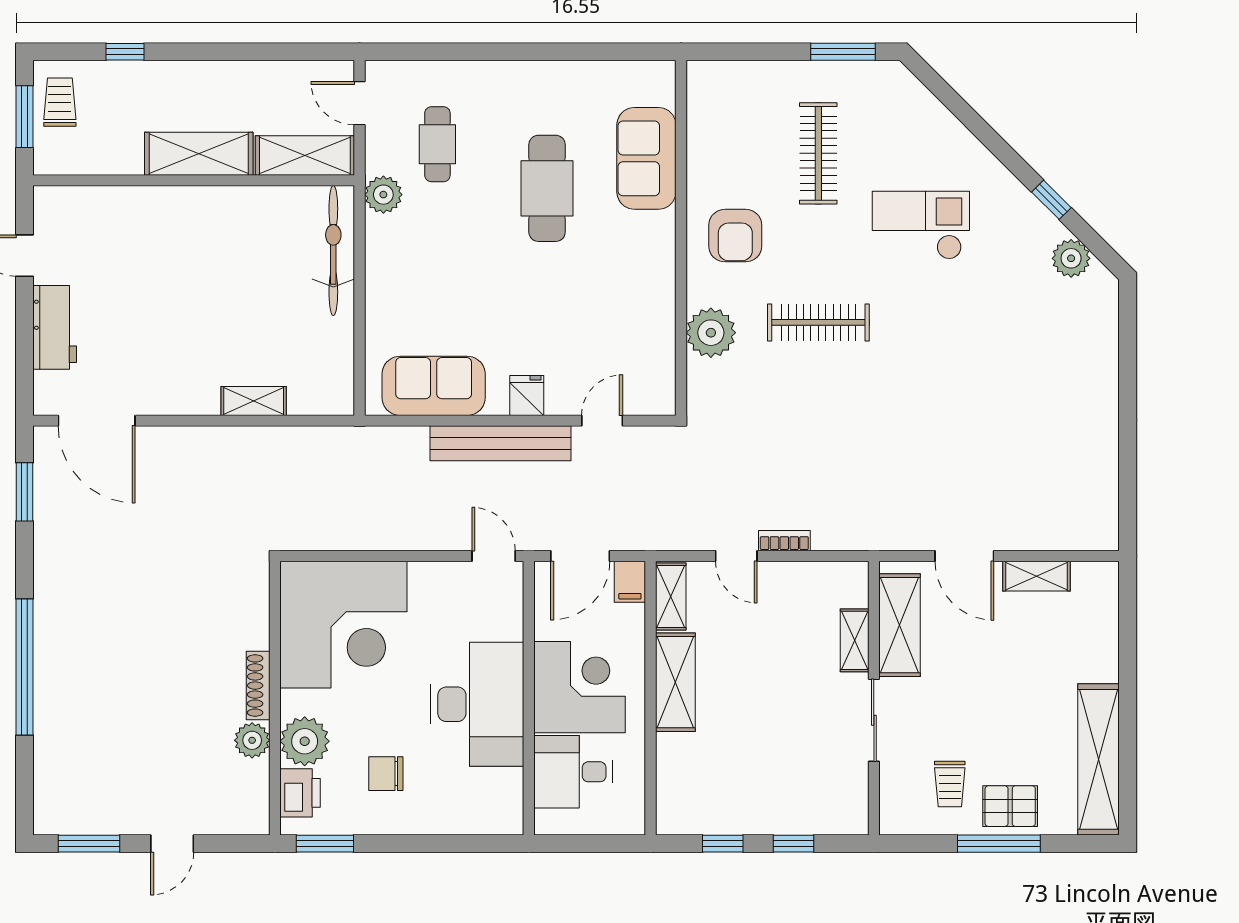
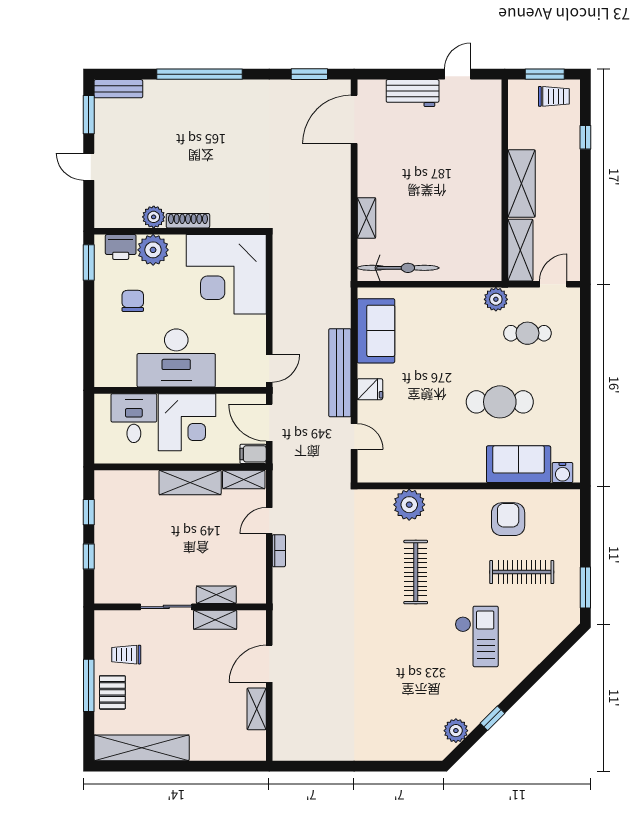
water cooler: (660, 88) -> (562, 473), added
armchair: (735, 236) -> (508, 519), moved, turned 90
bicycle: (333, 251) -> (398, 268), moved
shelving: (900, 625) -> (215, 620), width x0.67, depth x0.75
bench: (48, 797) -> (118, 89), added

